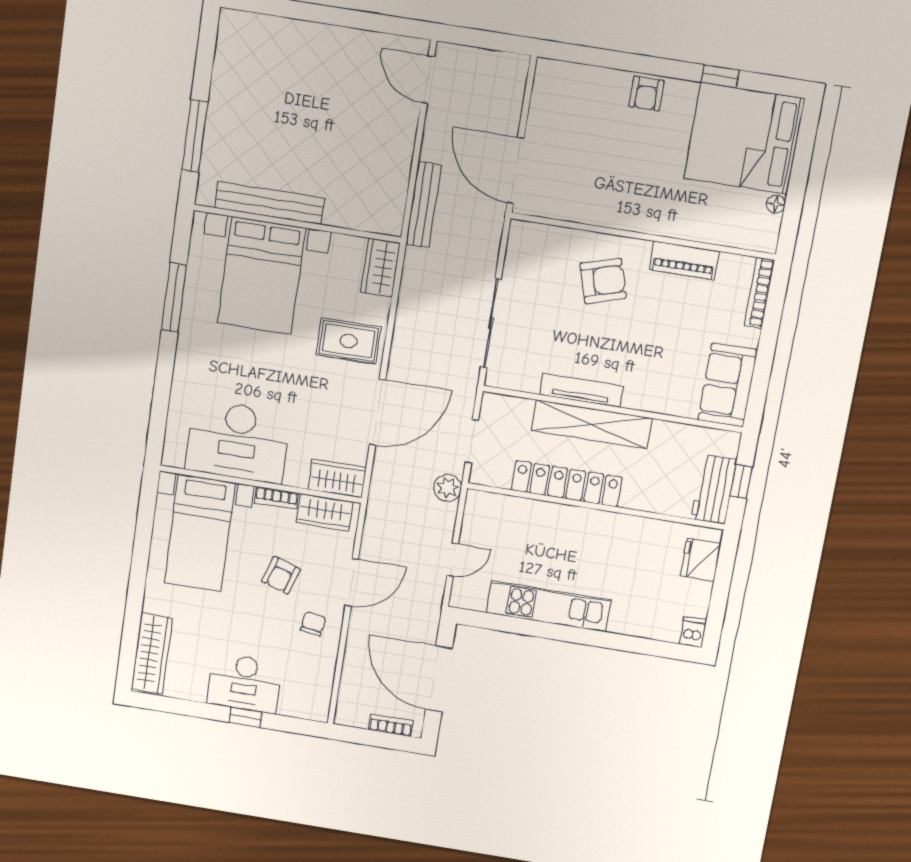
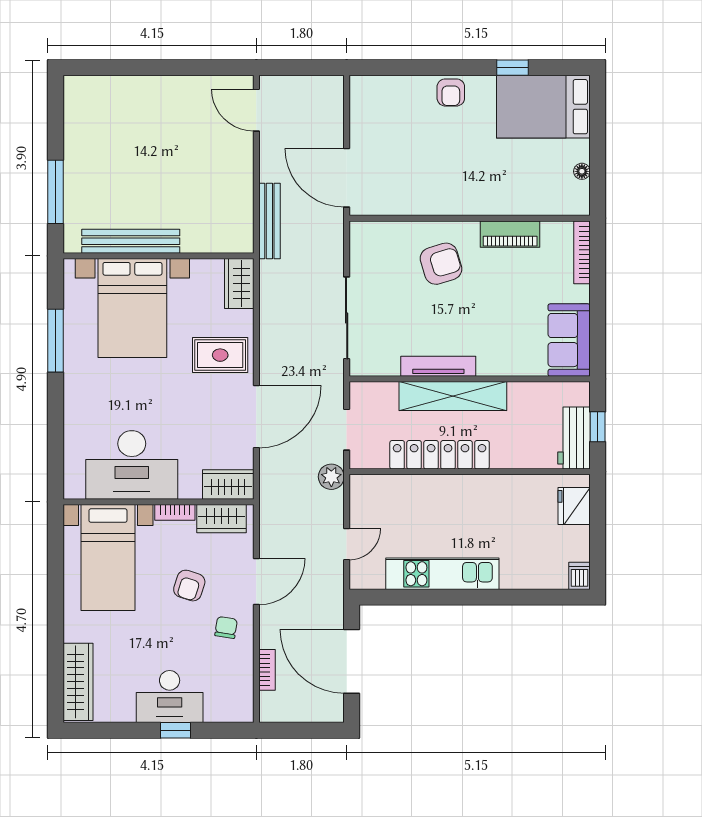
bed: (744, 138) -> (543, 107), width x0.73
bookcase: (391, 725) -> (267, 670), moved, turned 90

